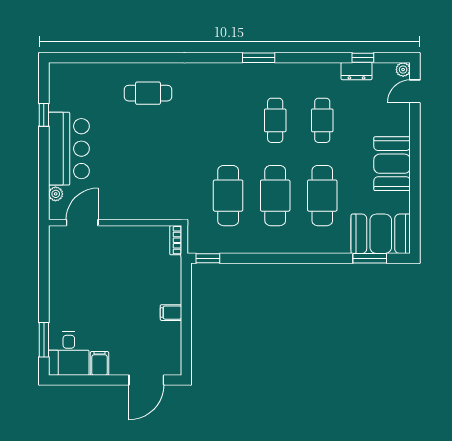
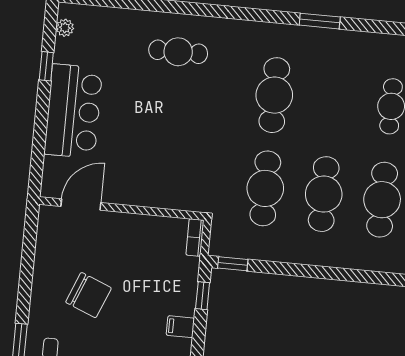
cafe table: (275, 120) -> (274, 95), moved, width x1.37, depth x1.35
plant: (56, 194) -> (65, 28), moved
window: (186, 286) -> (203, 296), added
chair: (95, 294) -> (89, 295), added

